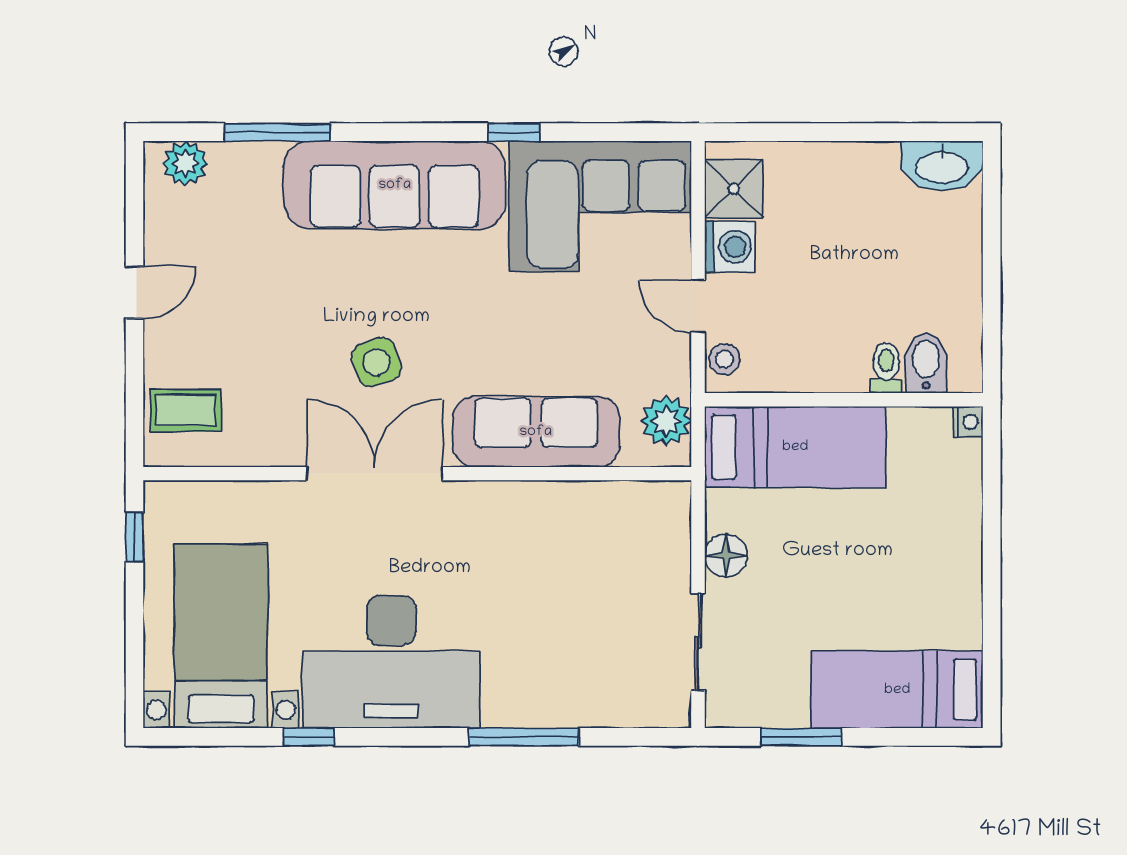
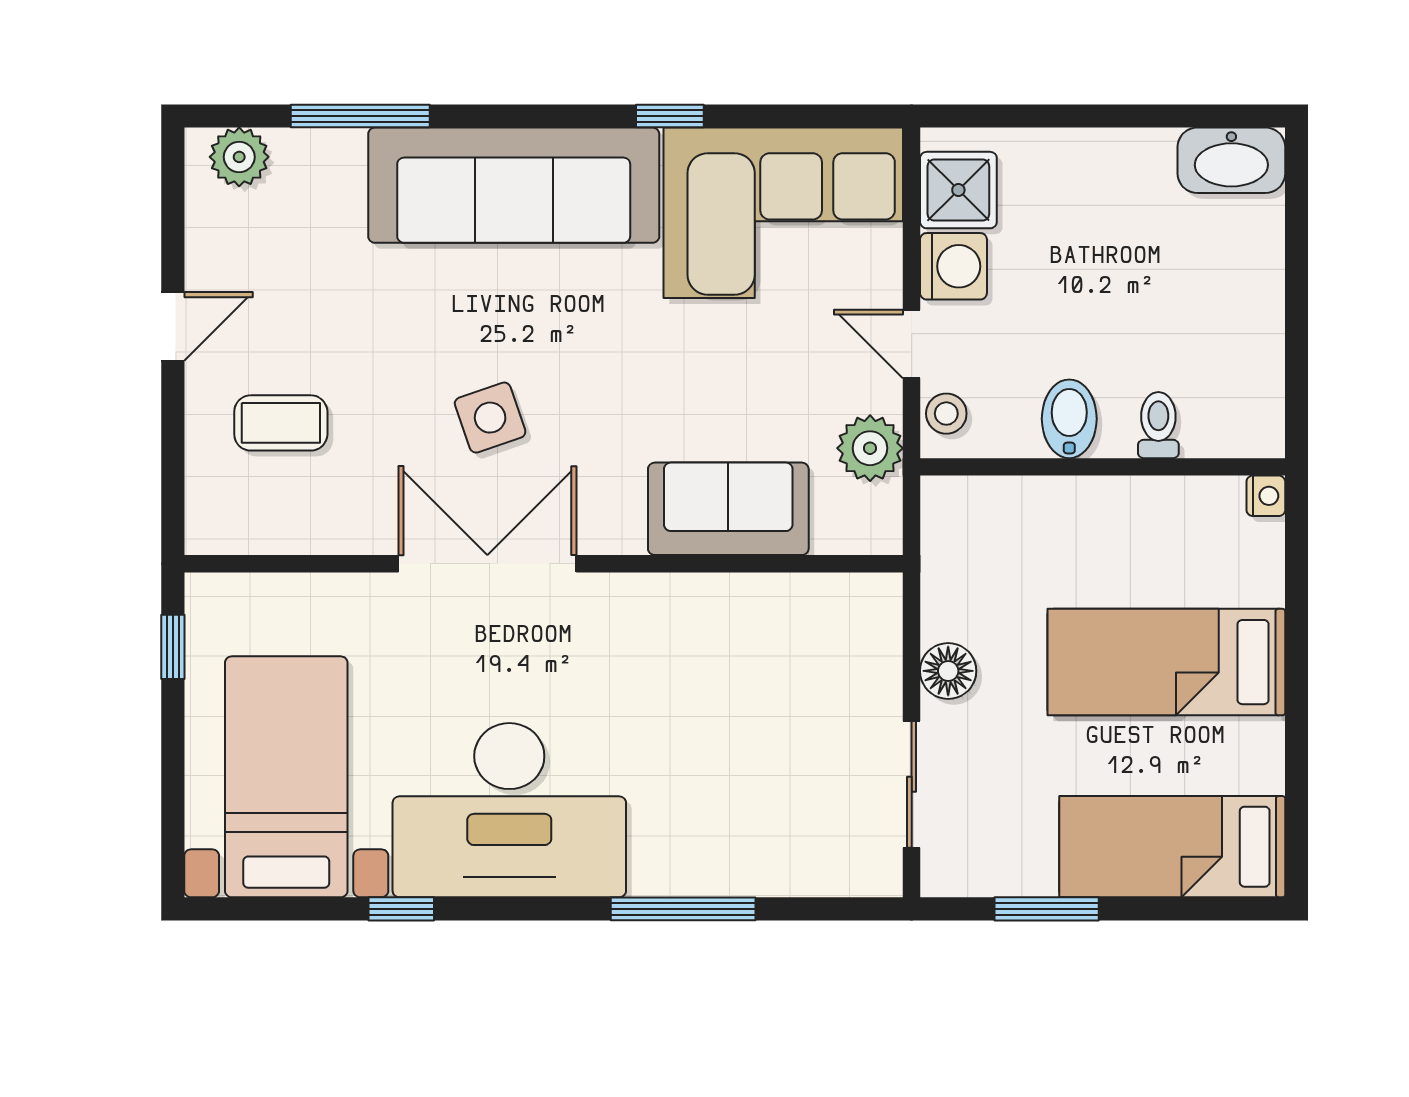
bidet: (926, 363) -> (1069, 419), moved
coffee table: (186, 410) -> (281, 423), moved
plant: (666, 421) -> (870, 448), moved
sofa: (536, 432) -> (728, 509), width x0.73
bed: (795, 447) -> (1166, 662), moved, turned 180

